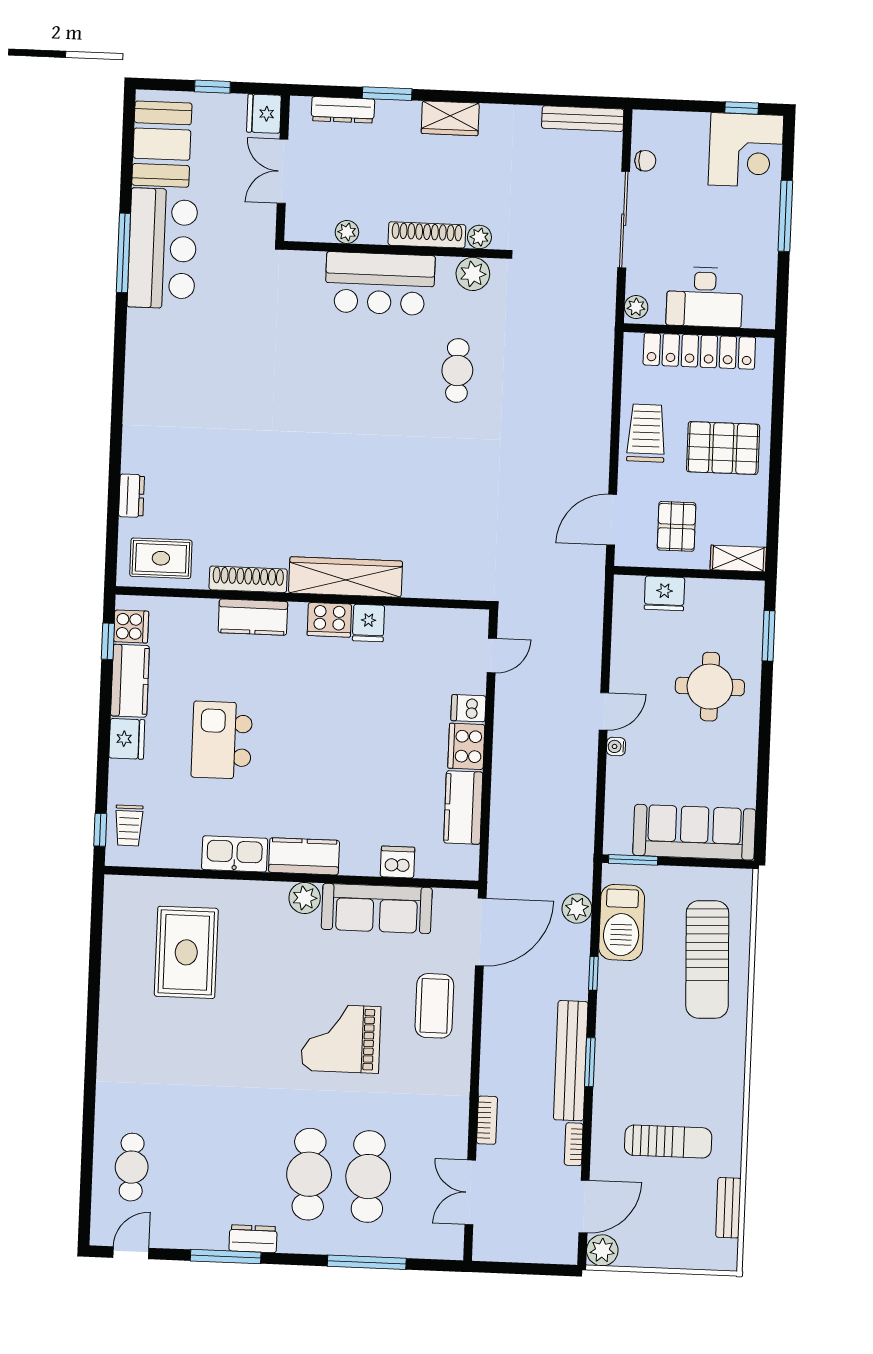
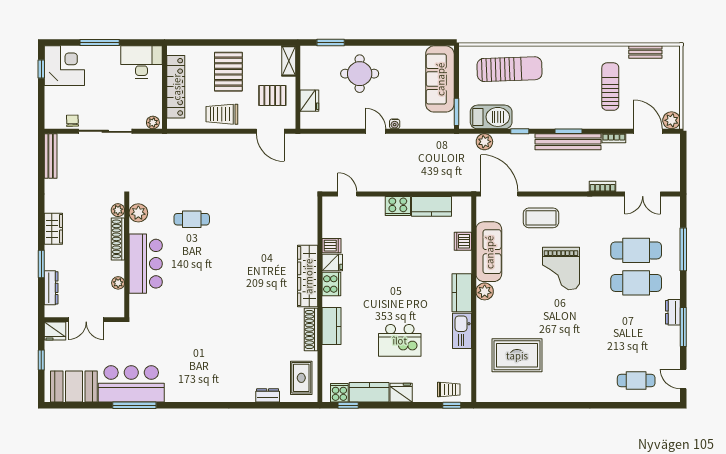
desk: (705, 297) -> (141, 62), moved, turned -90
dishwasher: (468, 708) -> (332, 246), moved, turned -90

